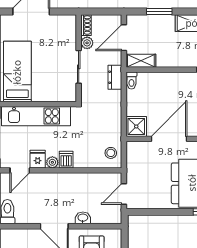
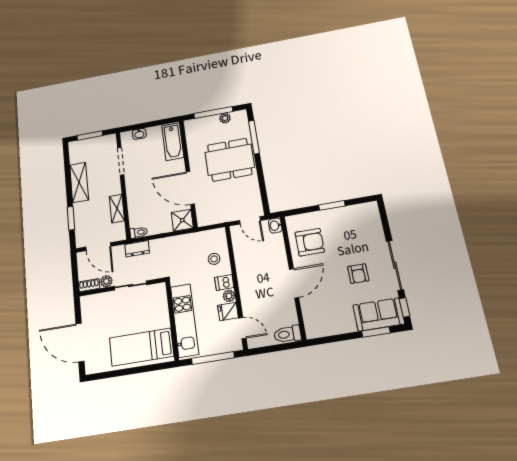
shelving: (141, 61) -> (117, 209), moved
stool: (111, 153) -> (214, 259), moved
washbasin: (83, 218) -> (275, 226), moved

